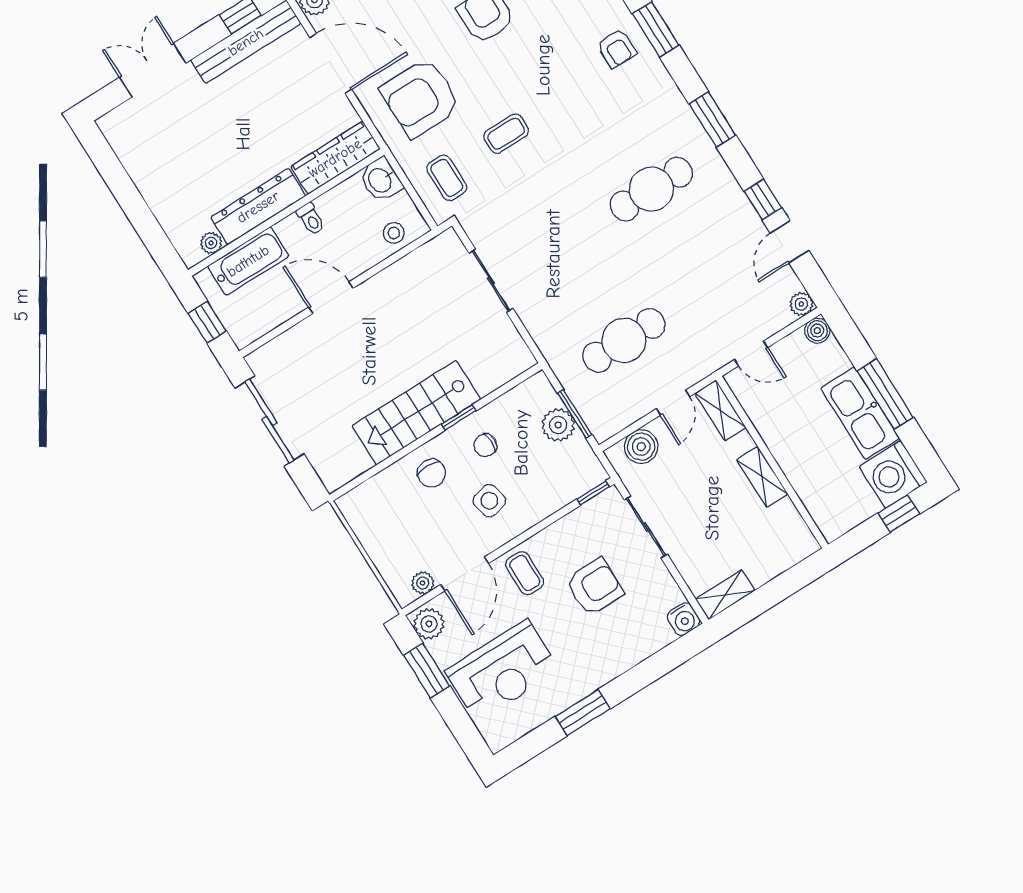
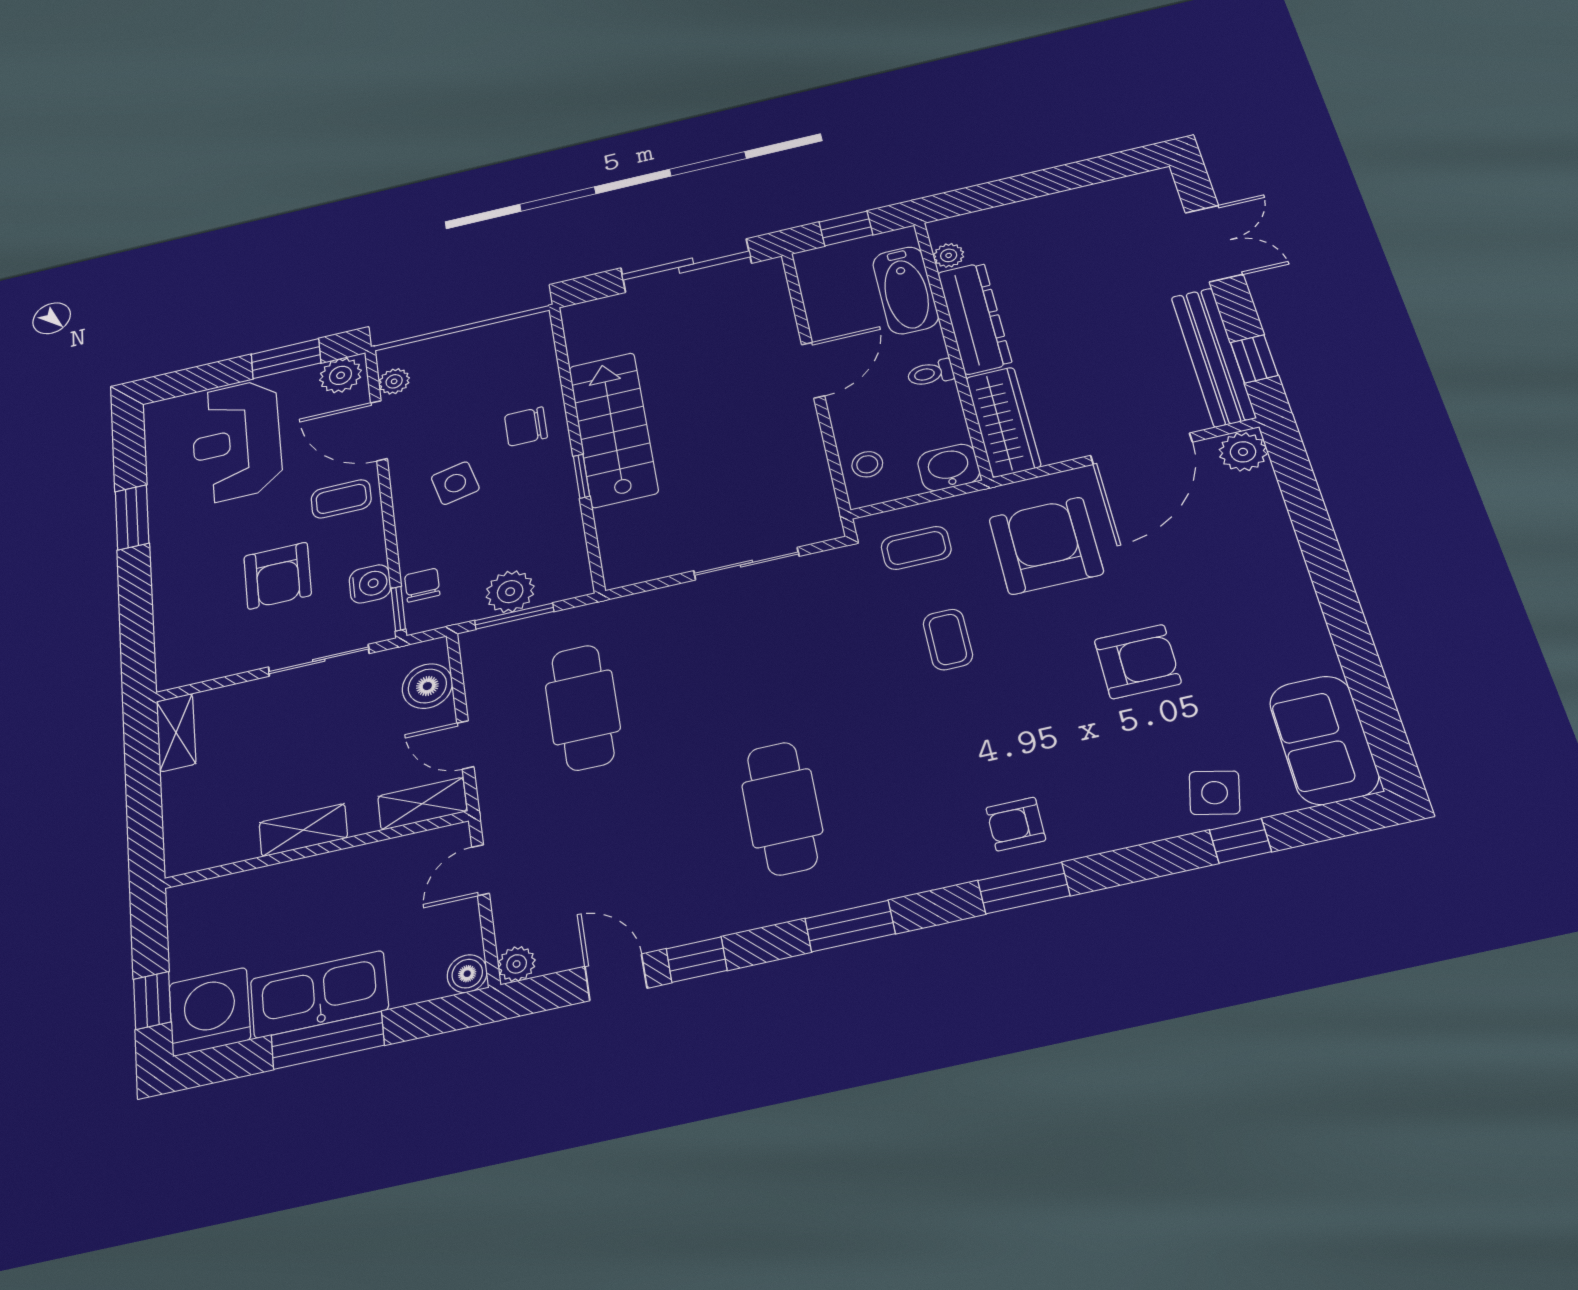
chair: (485, 445) -> (422, 585), moved
water cooler: (684, 619) -> (370, 584), moved, turned 180

